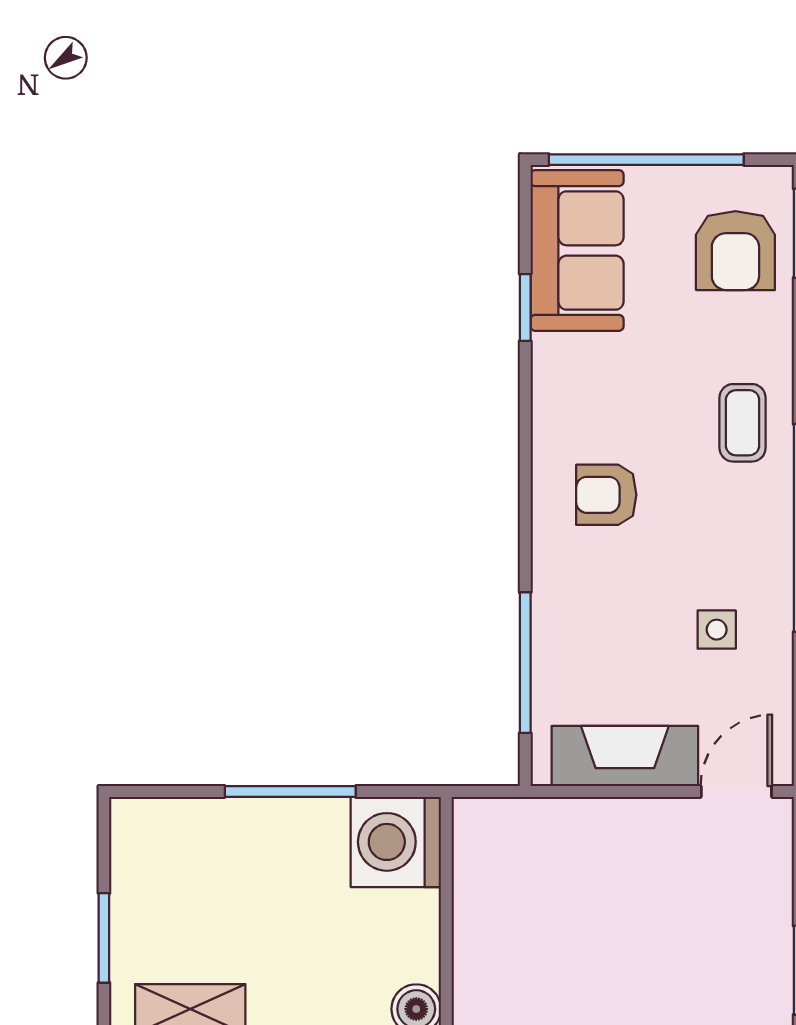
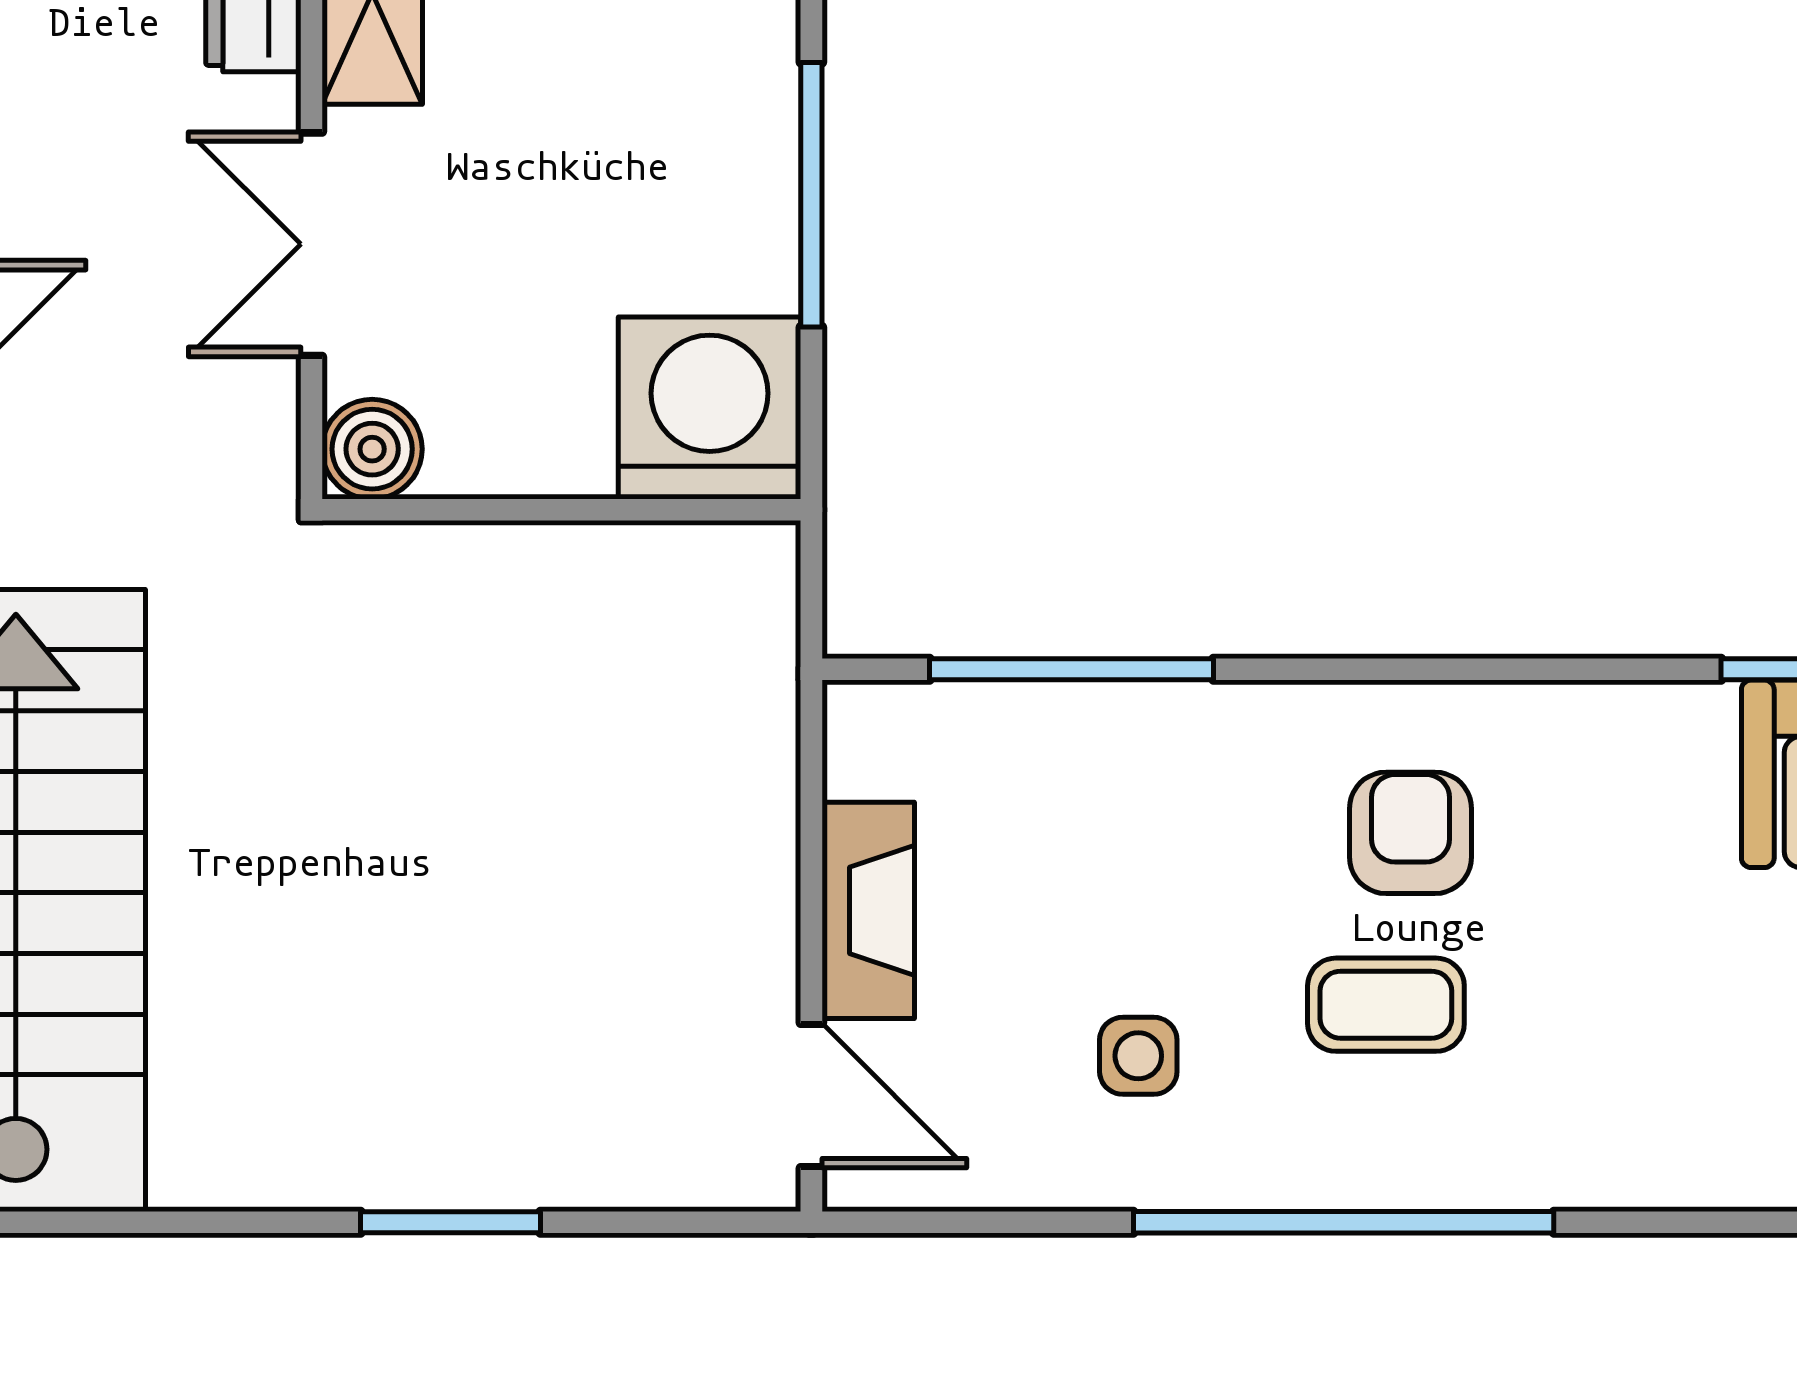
coffee table: (743, 423) -> (1386, 1005), moved
fireplace: (625, 756) -> (868, 910), width x0.73, depth x0.76

